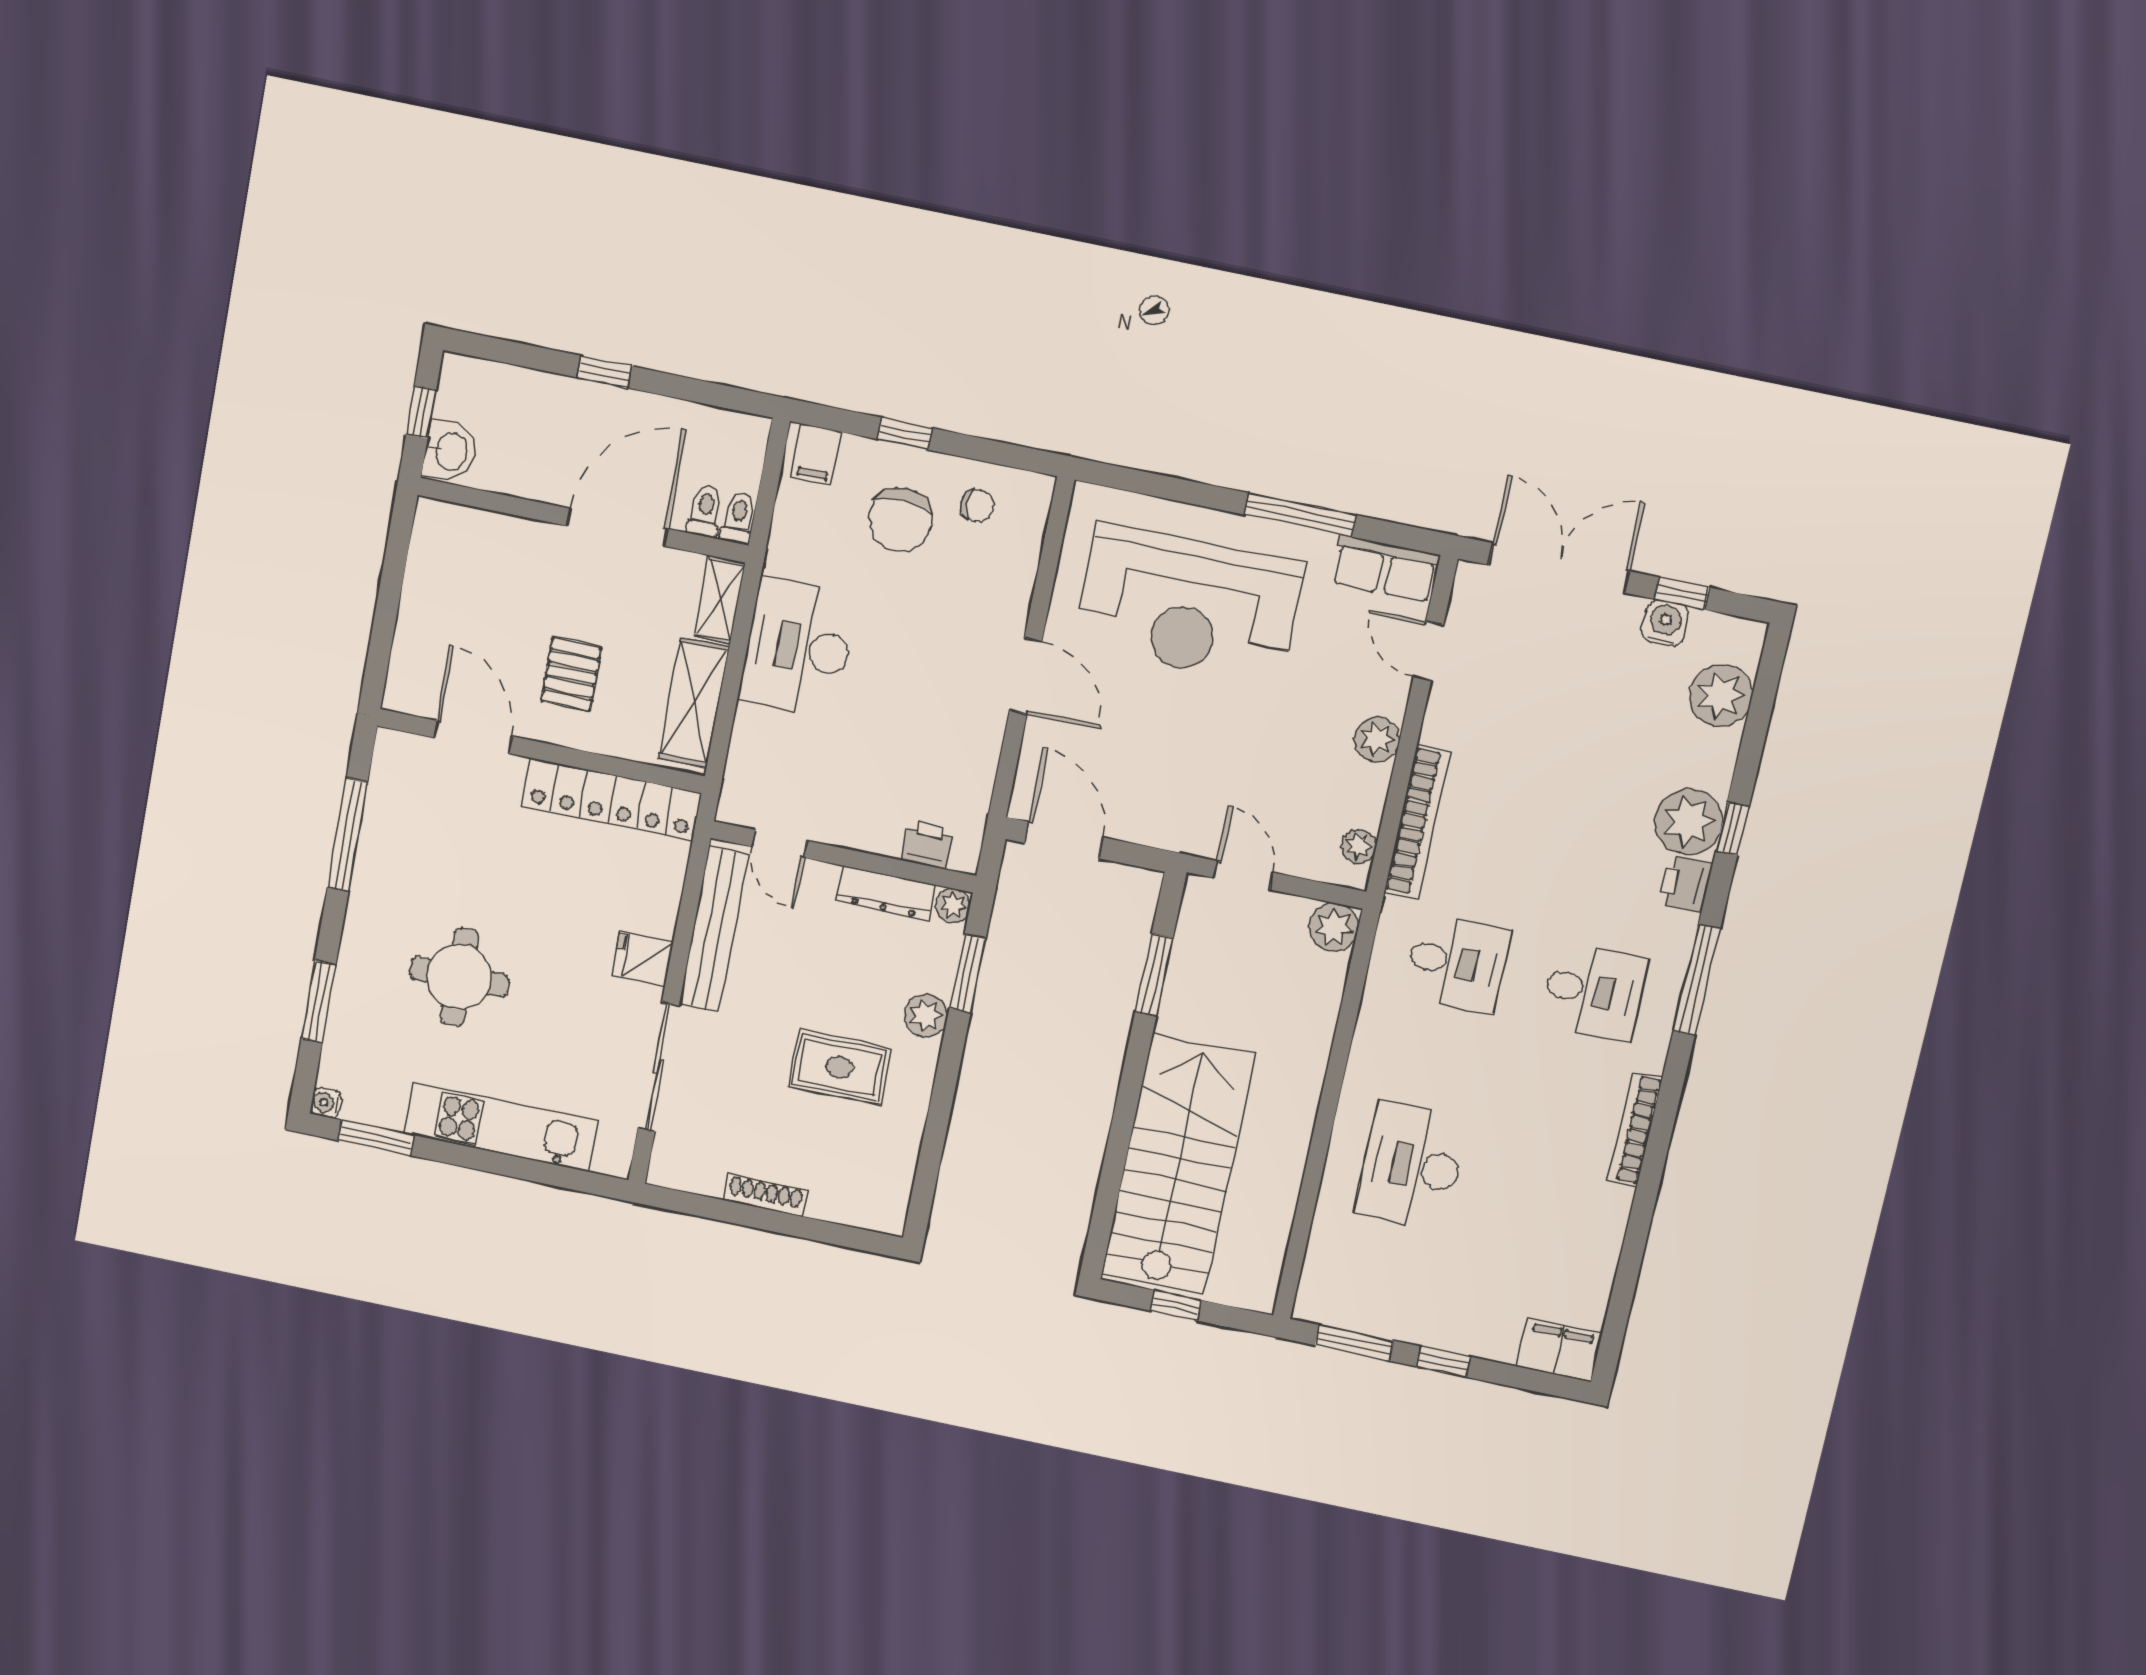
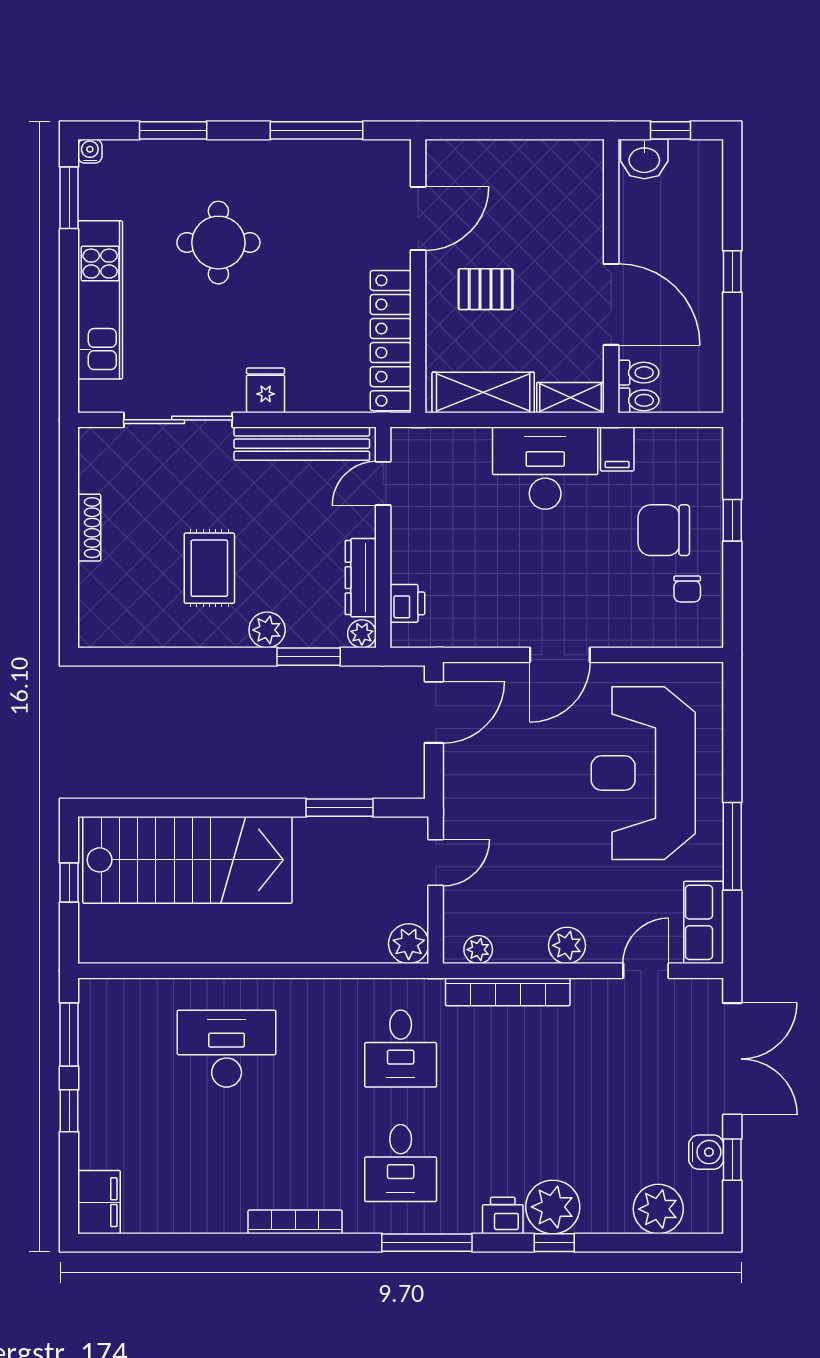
filing cabinet: (816, 455) -> (617, 449), moved, turned -90

